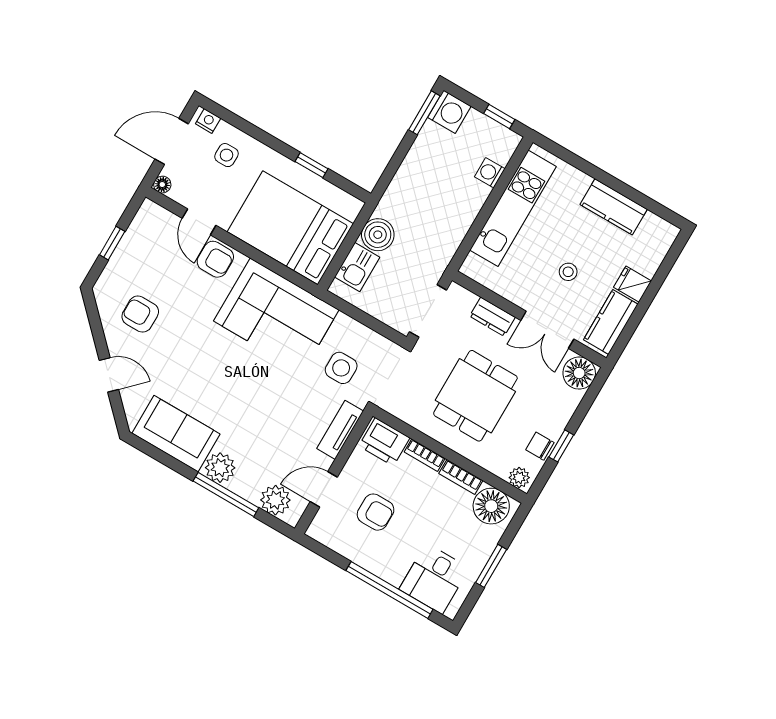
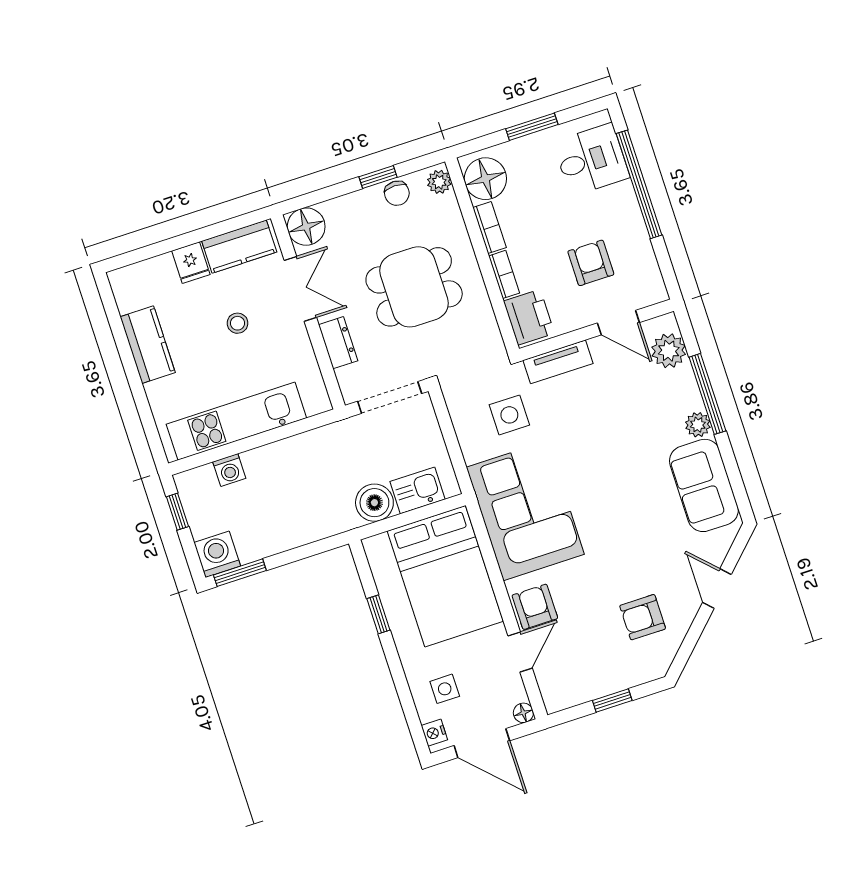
armchair: (140, 314) -> (643, 617), turned 90
plant: (220, 468) -> (698, 425), width x0.73, depth x0.73

